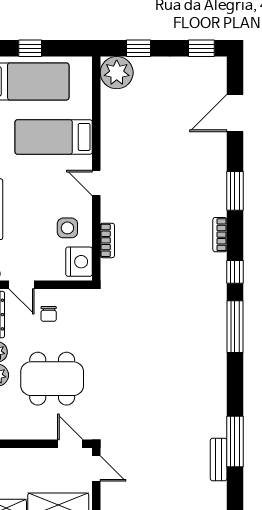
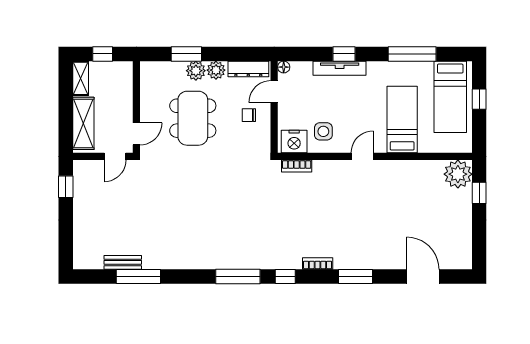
window: (201, 48) -> (479, 247), removed
bookcase: (107, 240) -> (297, 166), moved

